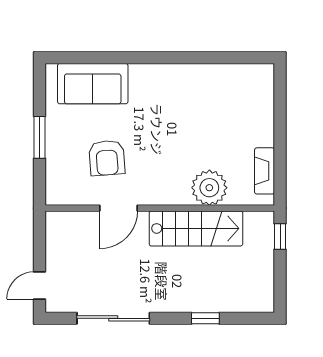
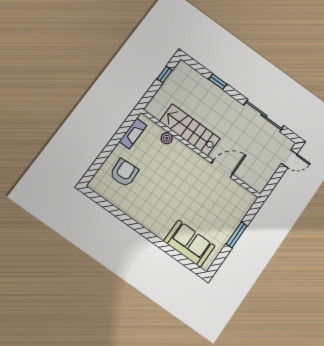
armchair: (107, 158) -> (124, 173), moved
plant: (209, 188) -> (167, 138), width x0.53, depth x0.53
window: (280, 237) -> (165, 74), moved

